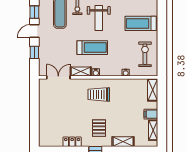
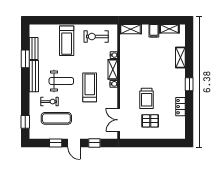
shelving: (81, 71) -> (113, 69), moved
trolley: (99, 94) -> (147, 98), moved
pallet: (99, 128) -> (150, 121), moved

